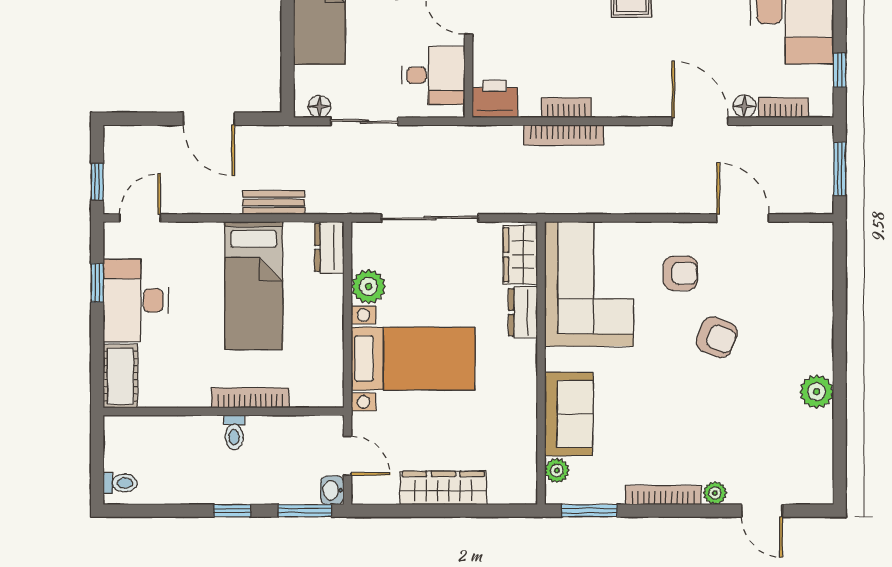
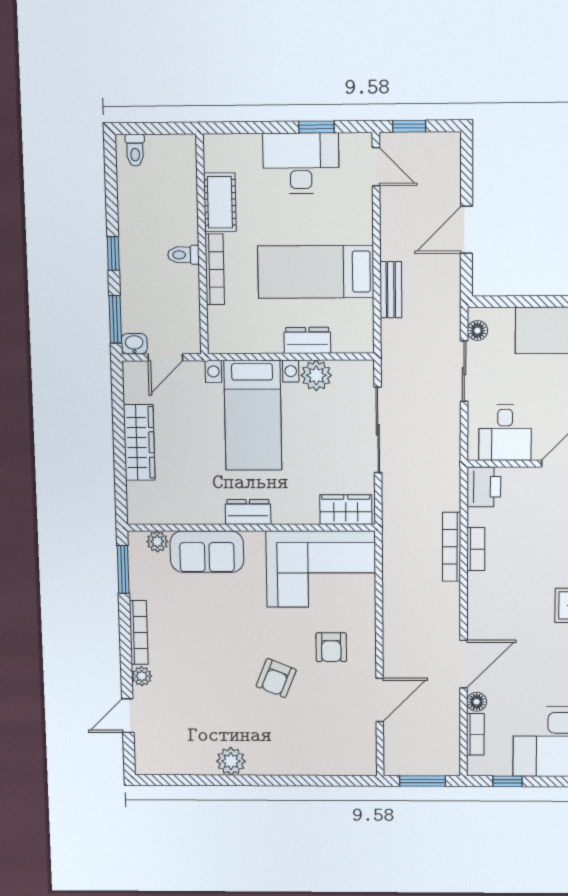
dresser: (329, 247) -> (307, 340), moved
dresser: (523, 312) -> (248, 512), moved
cot: (120, 376) -> (220, 202), moved, turned 90

